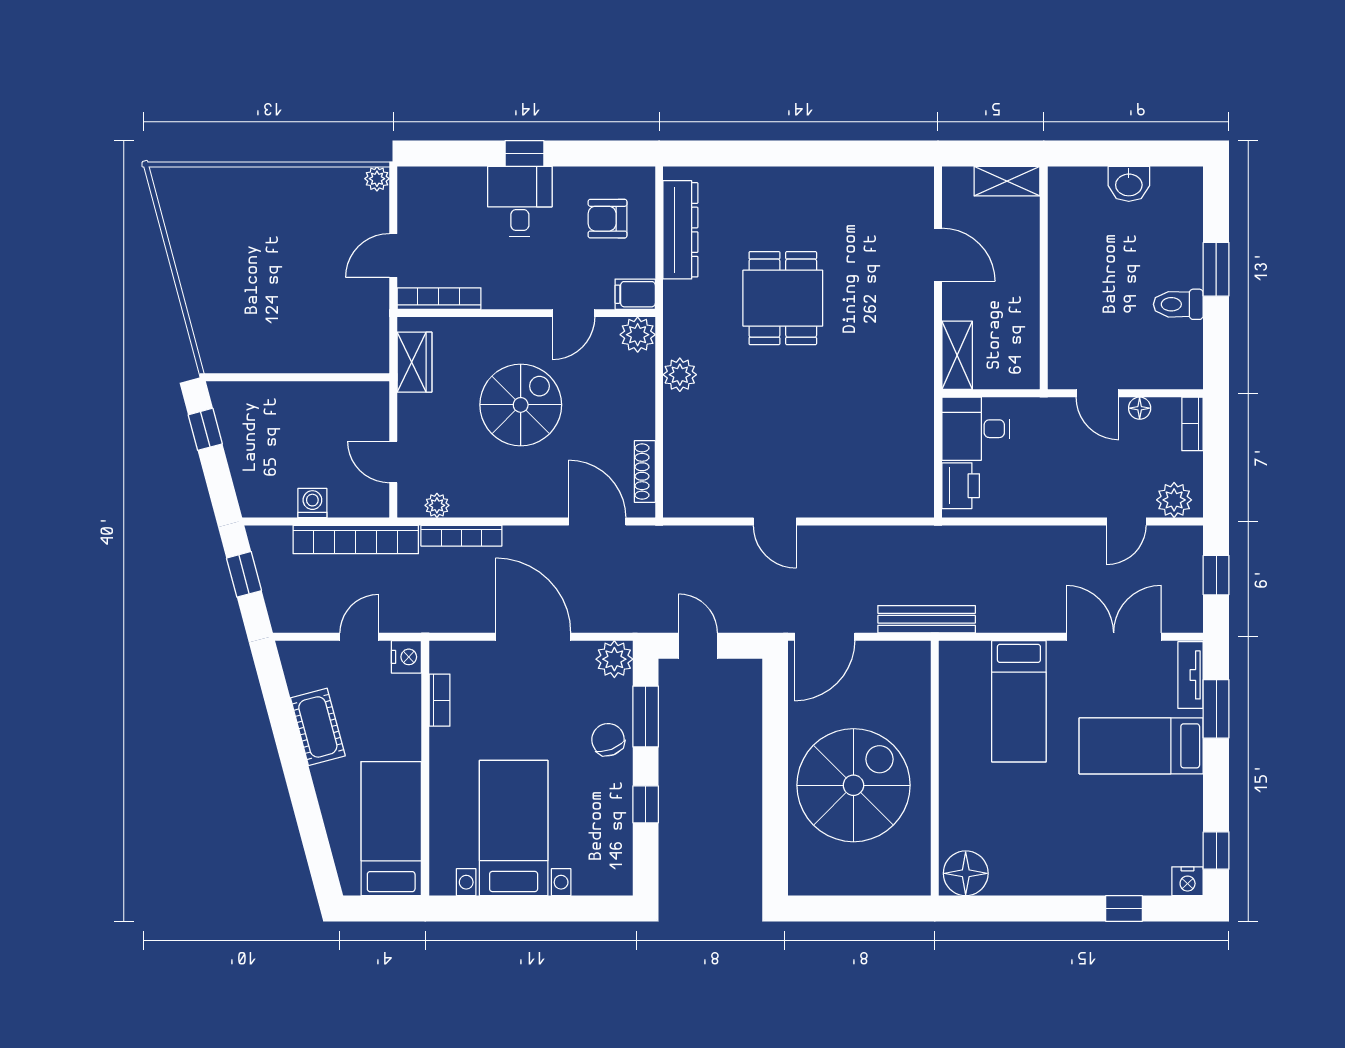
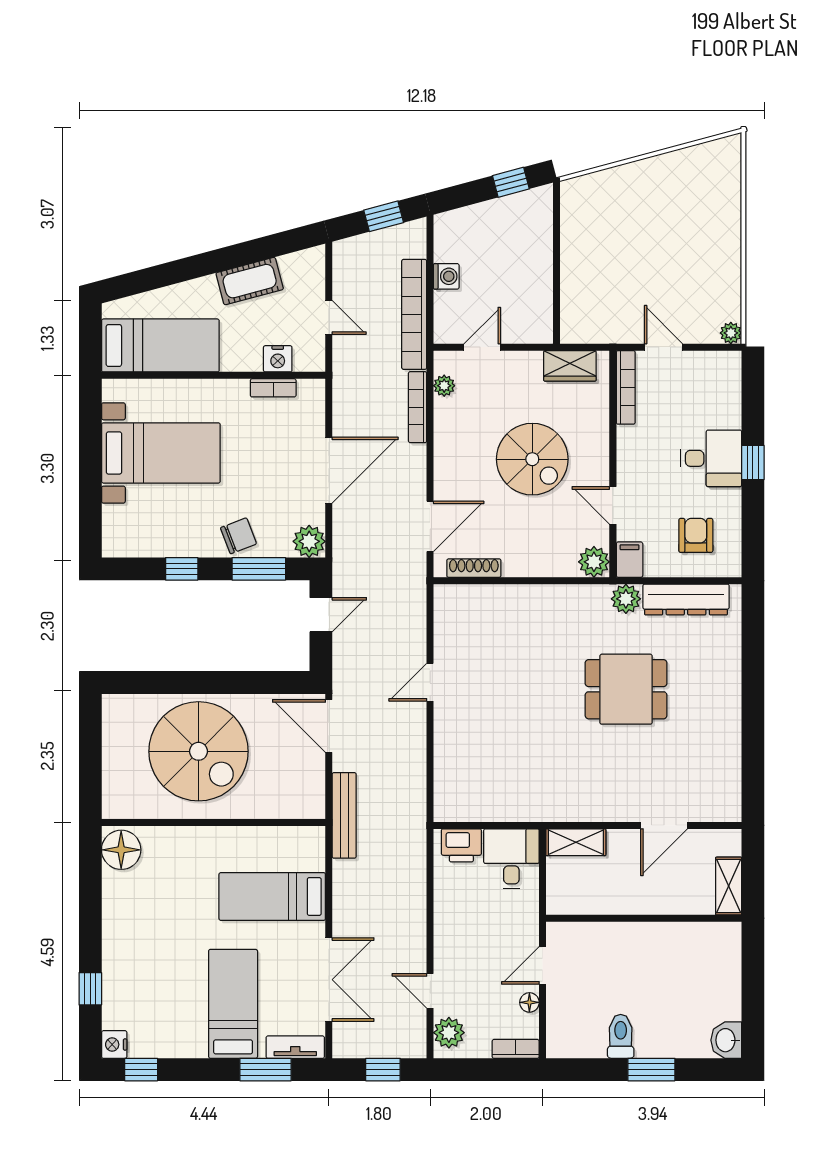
washbasin: (1129, 184) -> (726, 1040), moved
plant: (680, 375) -> (626, 599), moved
nightstand: (406, 657) -> (278, 359), moved

